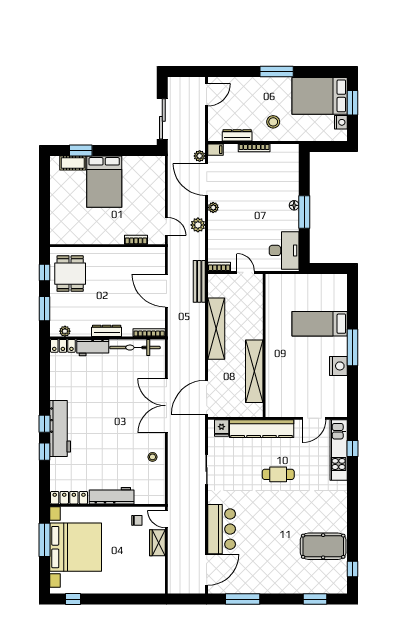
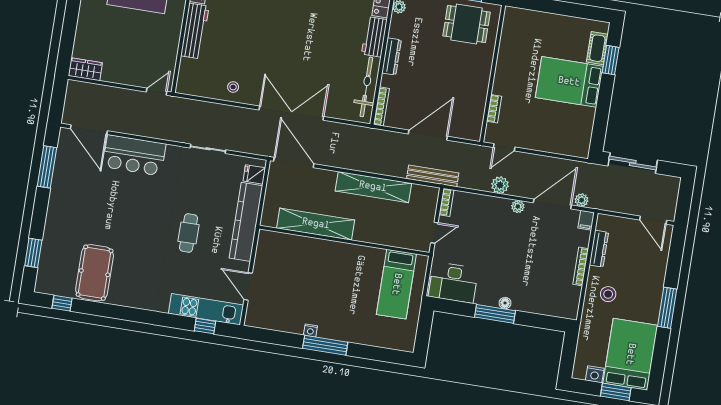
bed: (320, 324) -> (396, 284), moved, turned 180
nightstand: (338, 366) -> (310, 331), width x0.53, depth x0.56
chair: (137, 520) -> (161, 56), removed
wardrobe: (157, 543) -> (85, 69), moved

